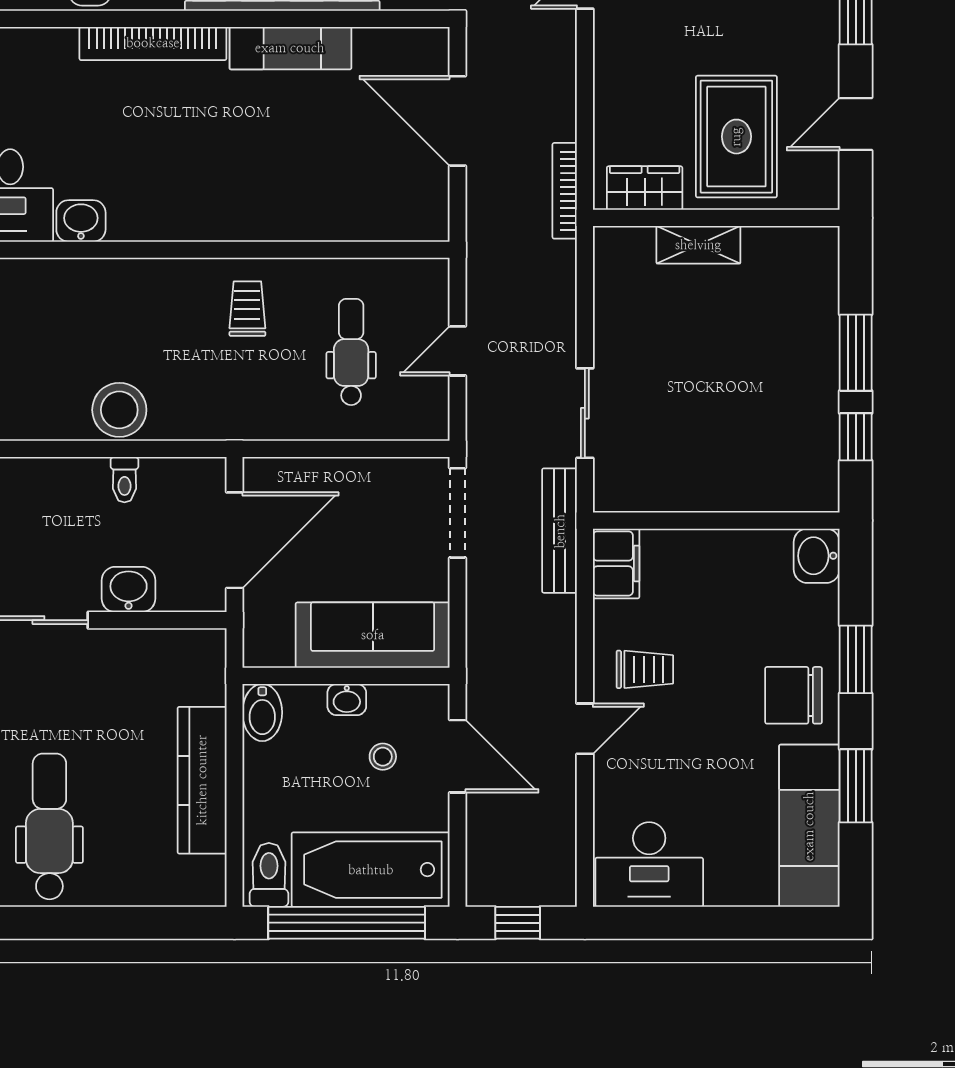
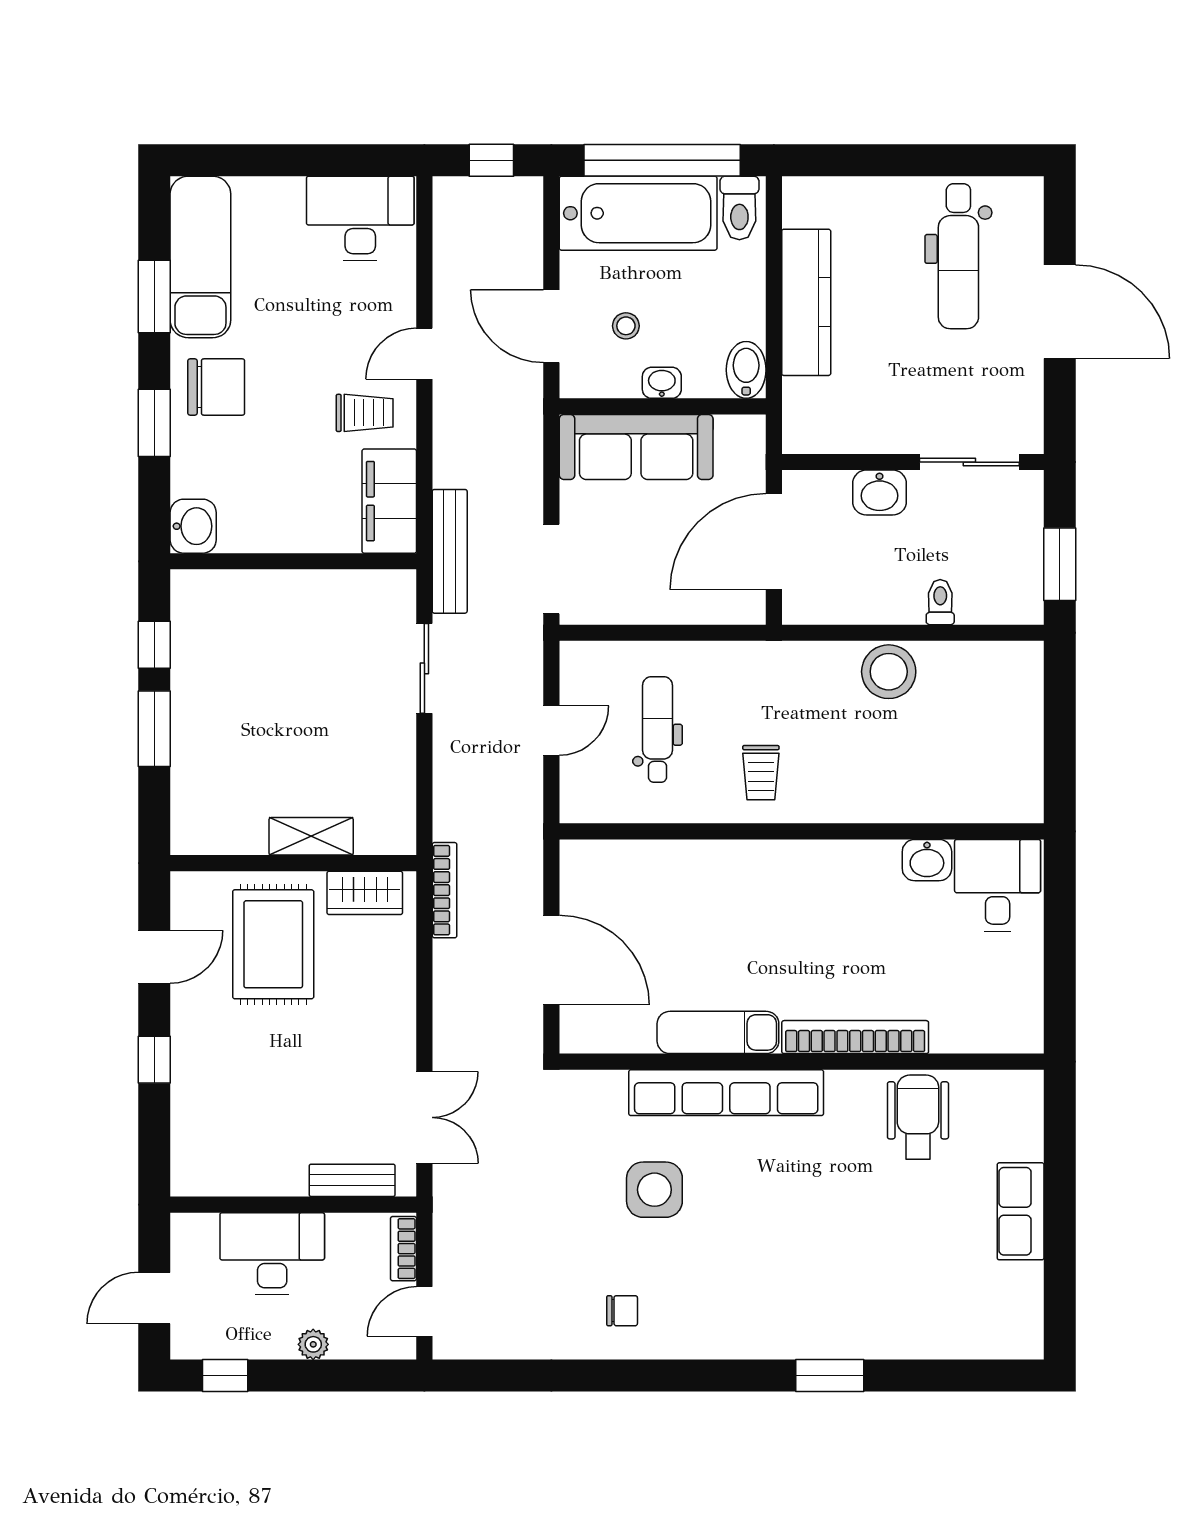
dental chair: (351, 352) -> (658, 729), turned 180
toilet: (124, 480) -> (940, 602), moved
filing cabinet: (616, 563) -> (389, 501), width x1.50, depth x1.17
trolley: (645, 669) -> (365, 413), turned 180

